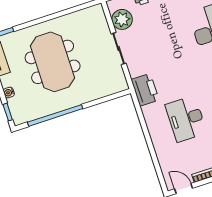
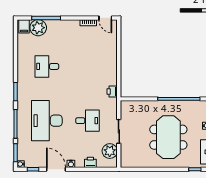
printer: (145, 90) -> (112, 91), width x0.53, depth x0.68
desk: (186, 119) -> (88, 121), moved, width x0.73

